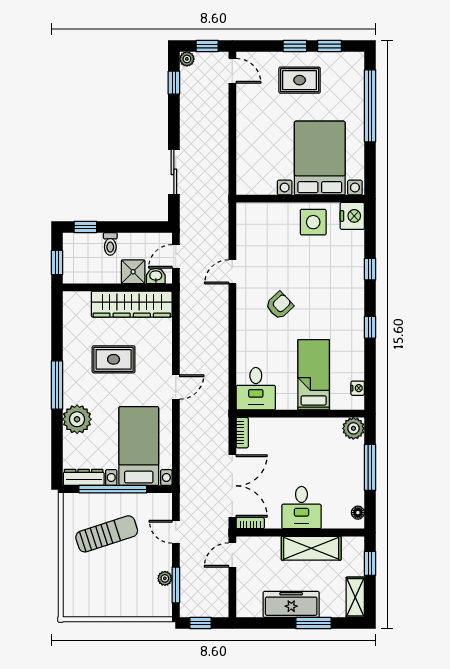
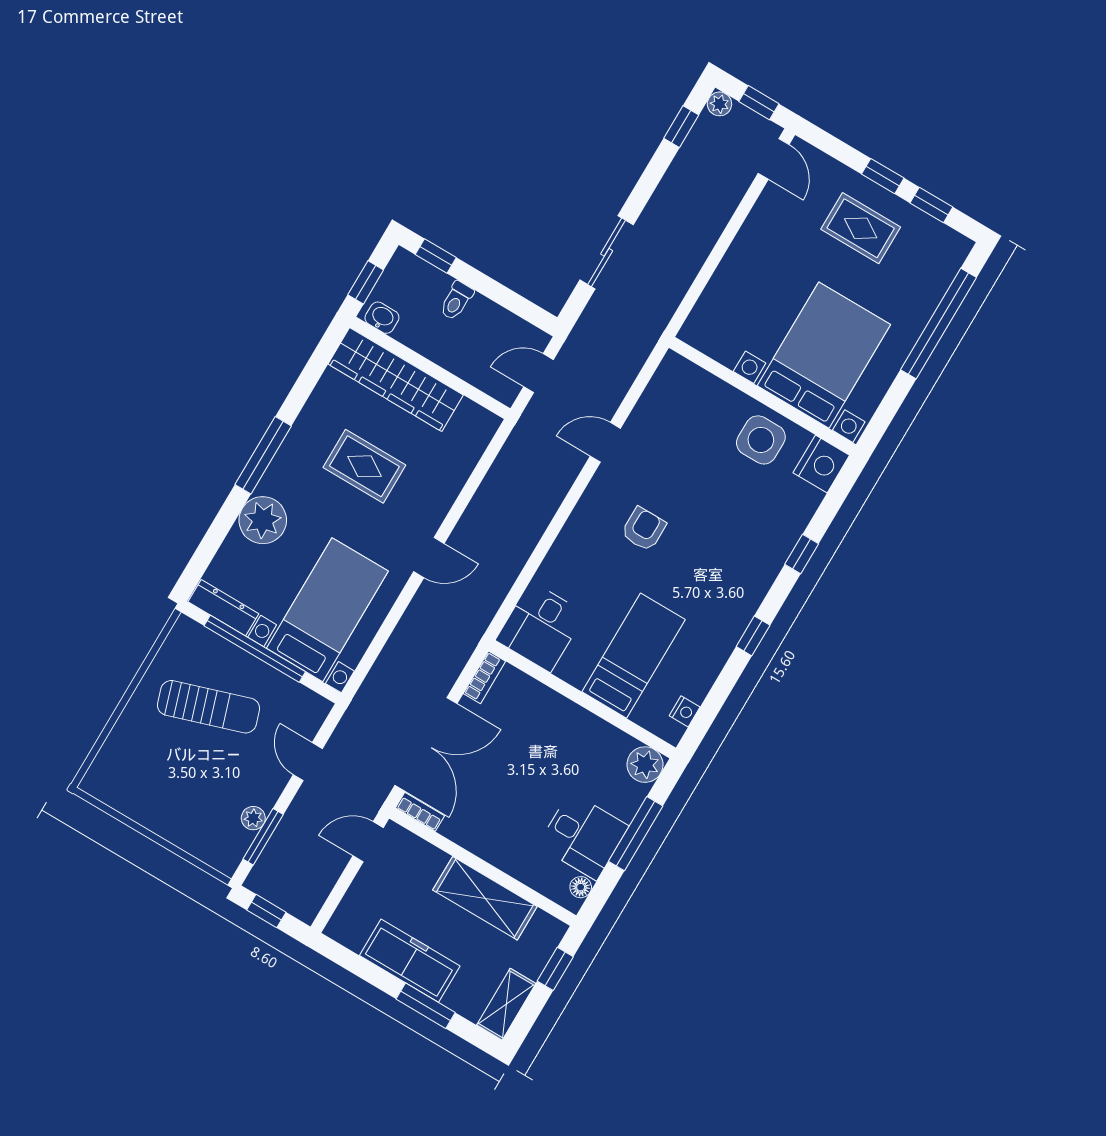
shower: (133, 272) -> (465, 359), removed
washbasin: (156, 276) -> (382, 318), moved
wardrobe: (132, 304) -> (396, 380), moved
armchair: (279, 305) -> (644, 529), turned -47
desk: (301, 508) -> (583, 836), moved, turned -90

